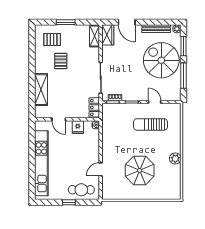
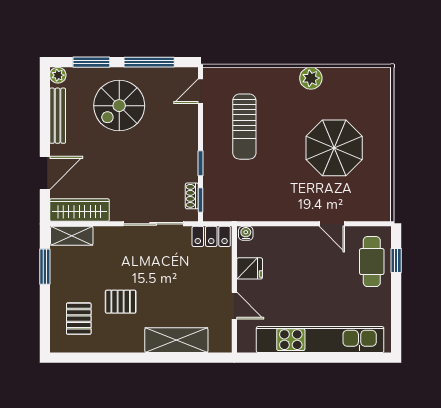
window: (66, 22) -> (45, 267), moved
wardrobe: (108, 35) -> (80, 210), width x1.50
spiral stairs: (161, 60) -> (119, 106), width x0.73, depth x0.73
door: (155, 102) -> (201, 91), moved
door: (59, 119) -> (234, 306), hinge flipped
window: (69, 202) -> (396, 260), moved

